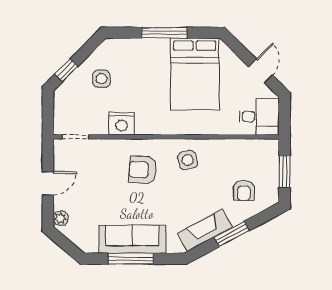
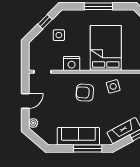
window: (66, 70) -> (45, 22), moved
bed: (195, 74) -> (106, 48), moved, turned 180
window: (131, 259) -> (88, 148), moved

